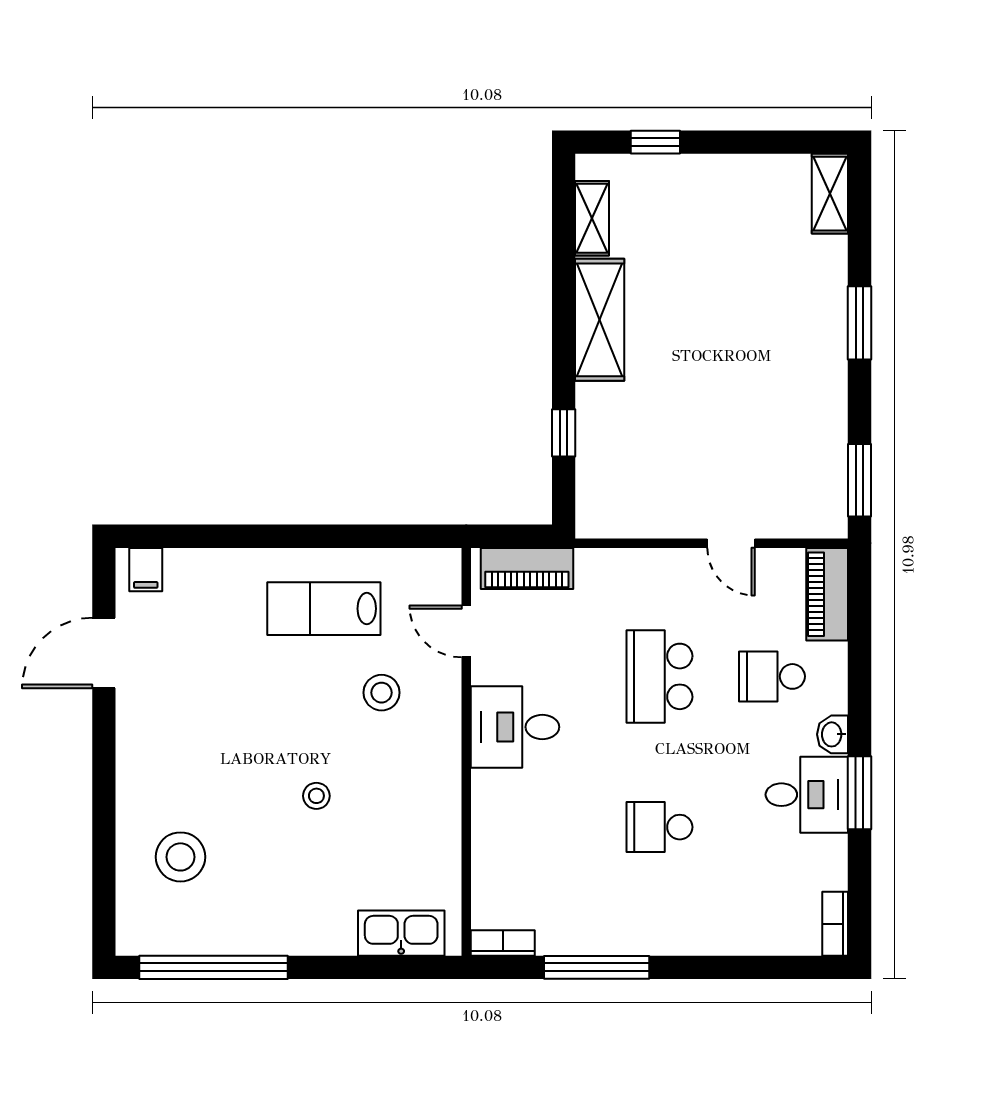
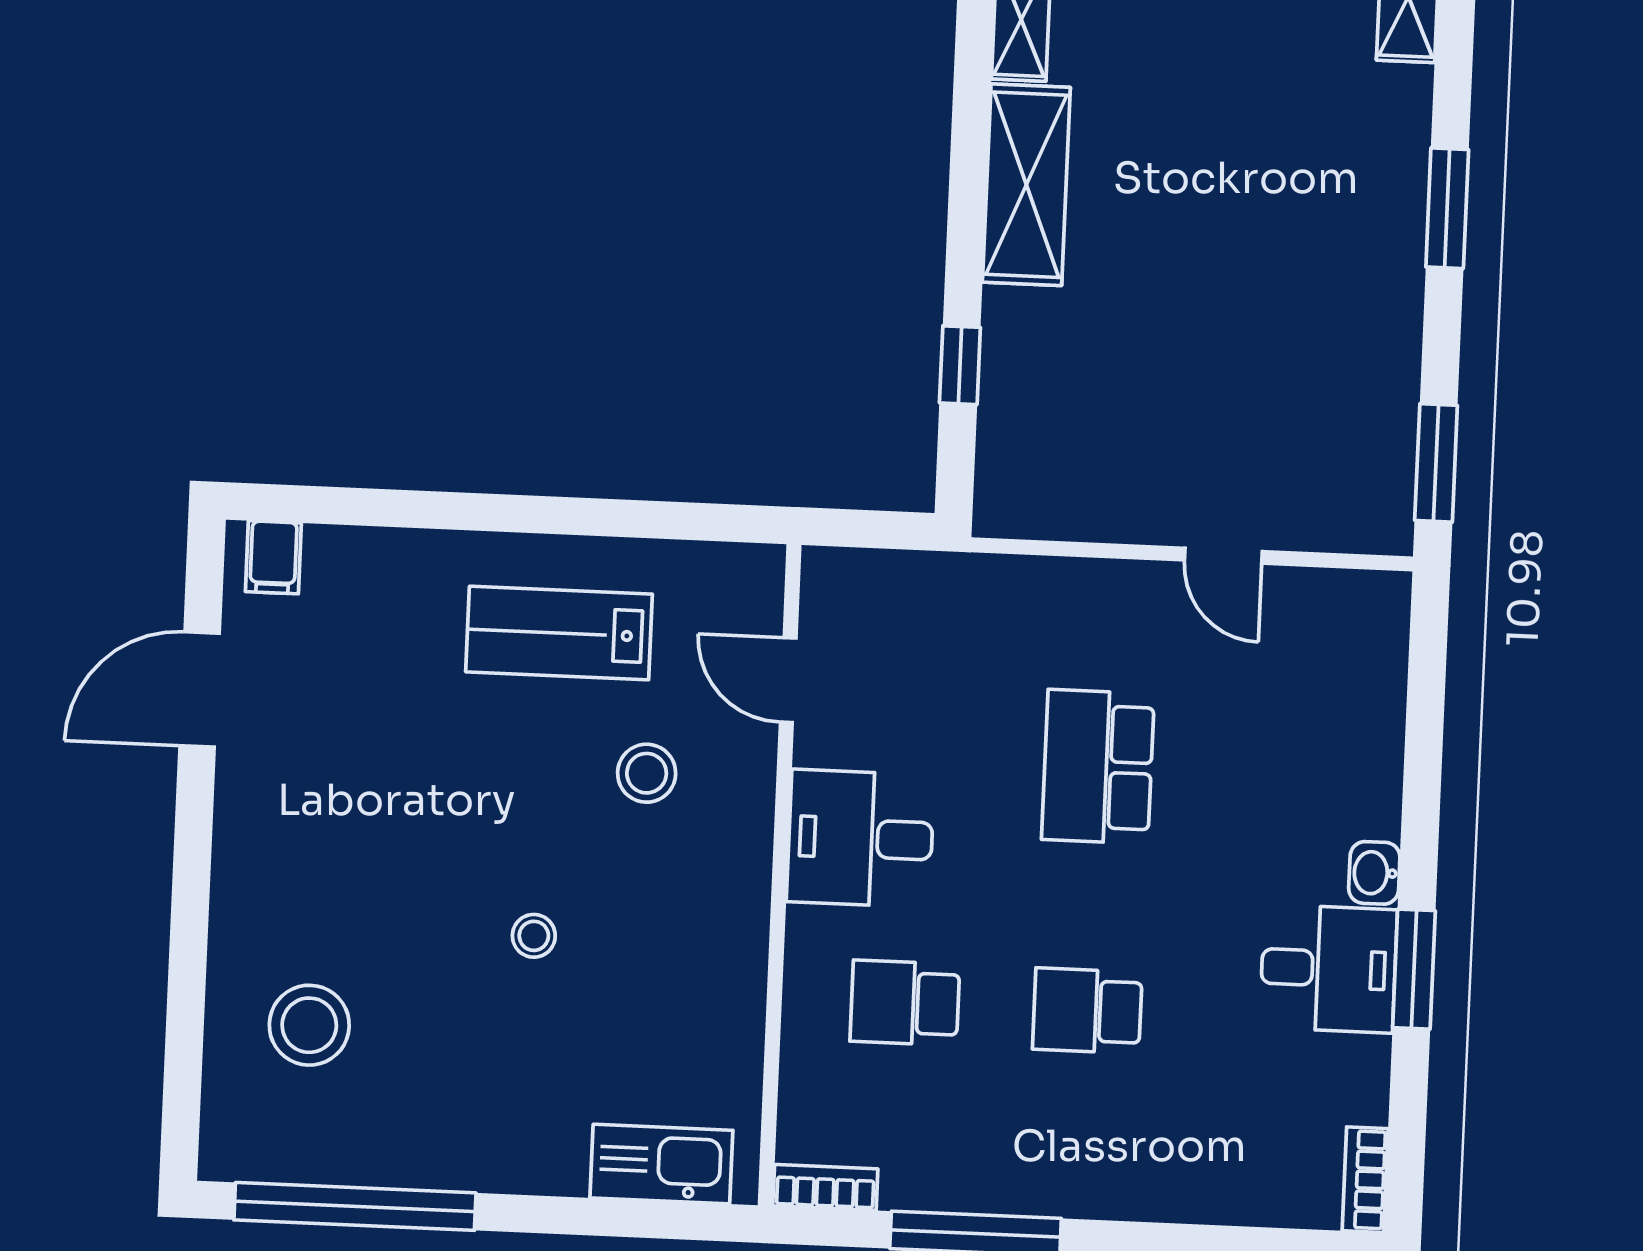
piano: (527, 568) -> (891, 582), removed
piano: (827, 594) -> (1376, 645), removed
school desk: (772, 676) -> (905, 1003), moved

